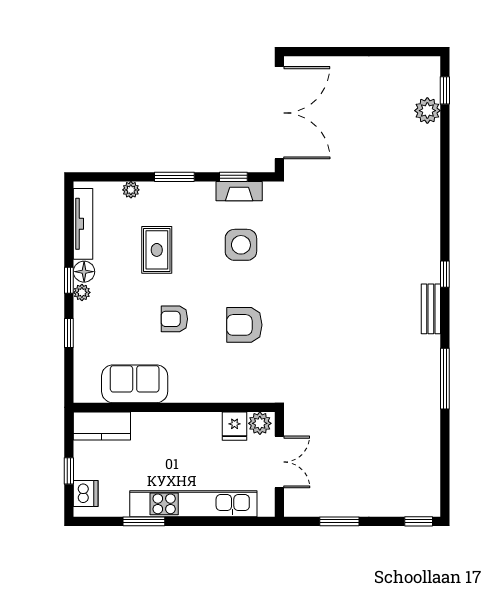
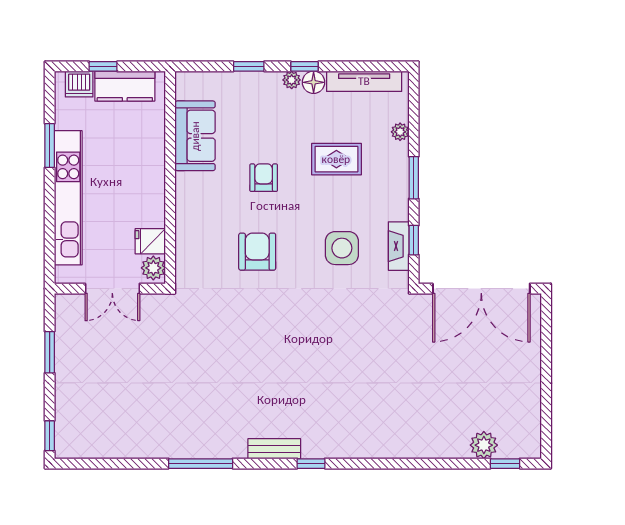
kitchen counter: (102, 426) -> (125, 86), moved, turned -90

